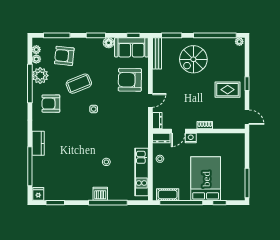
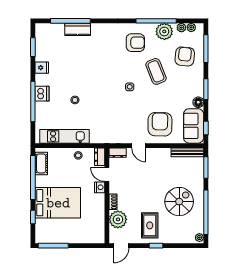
spiral stairs: (193, 59) -> (179, 202), moved, turned 90
armchair: (51, 104) -> (135, 43), turned 90
plant: (222, 120) -> (118, 219), added
kitchen counter: (38, 143) -> (78, 29), moved
fridge: (38, 194) -> (42, 68), moved

